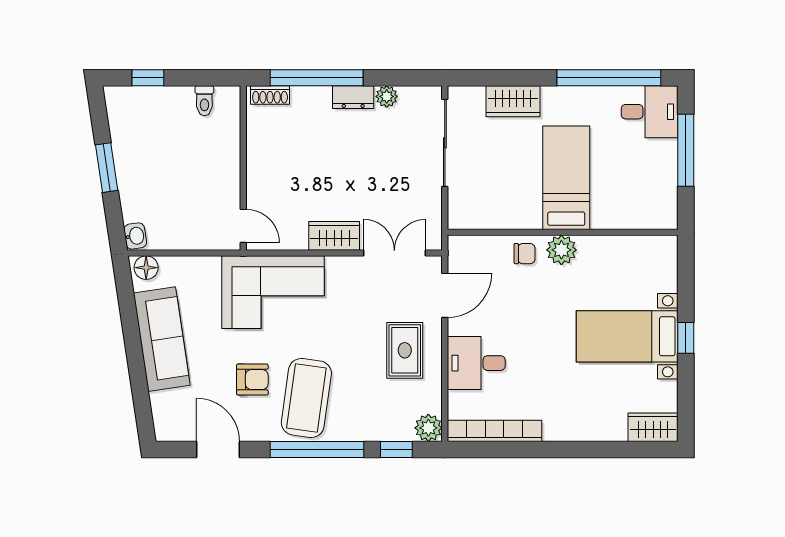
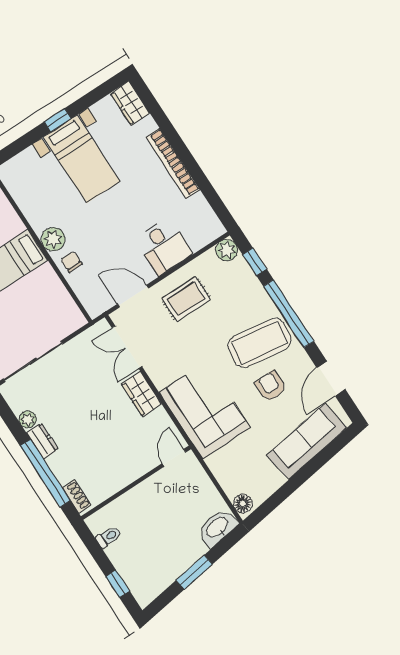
washbasin: (135, 236) -> (218, 528), width x1.91, depth x1.45
sofa: (162, 339) -> (307, 442), moved
bookcase: (495, 431) -> (173, 163), moved

